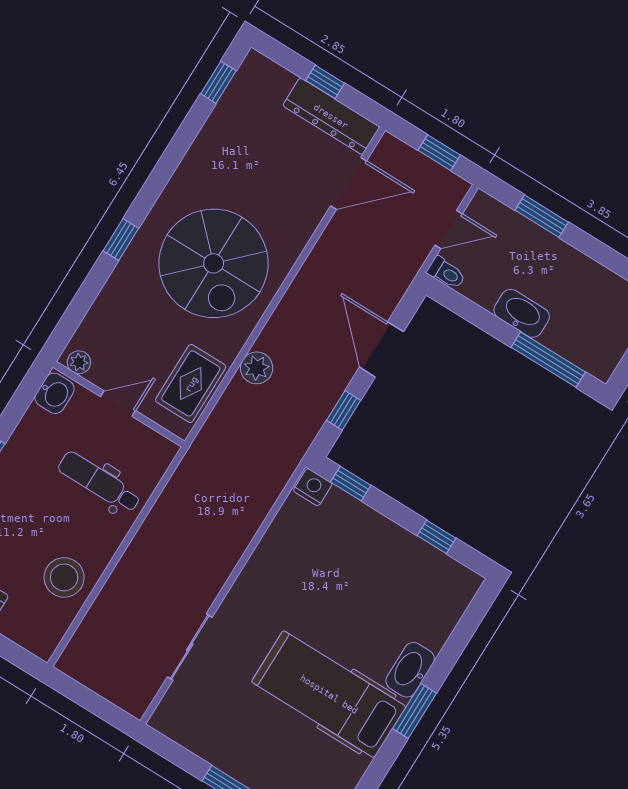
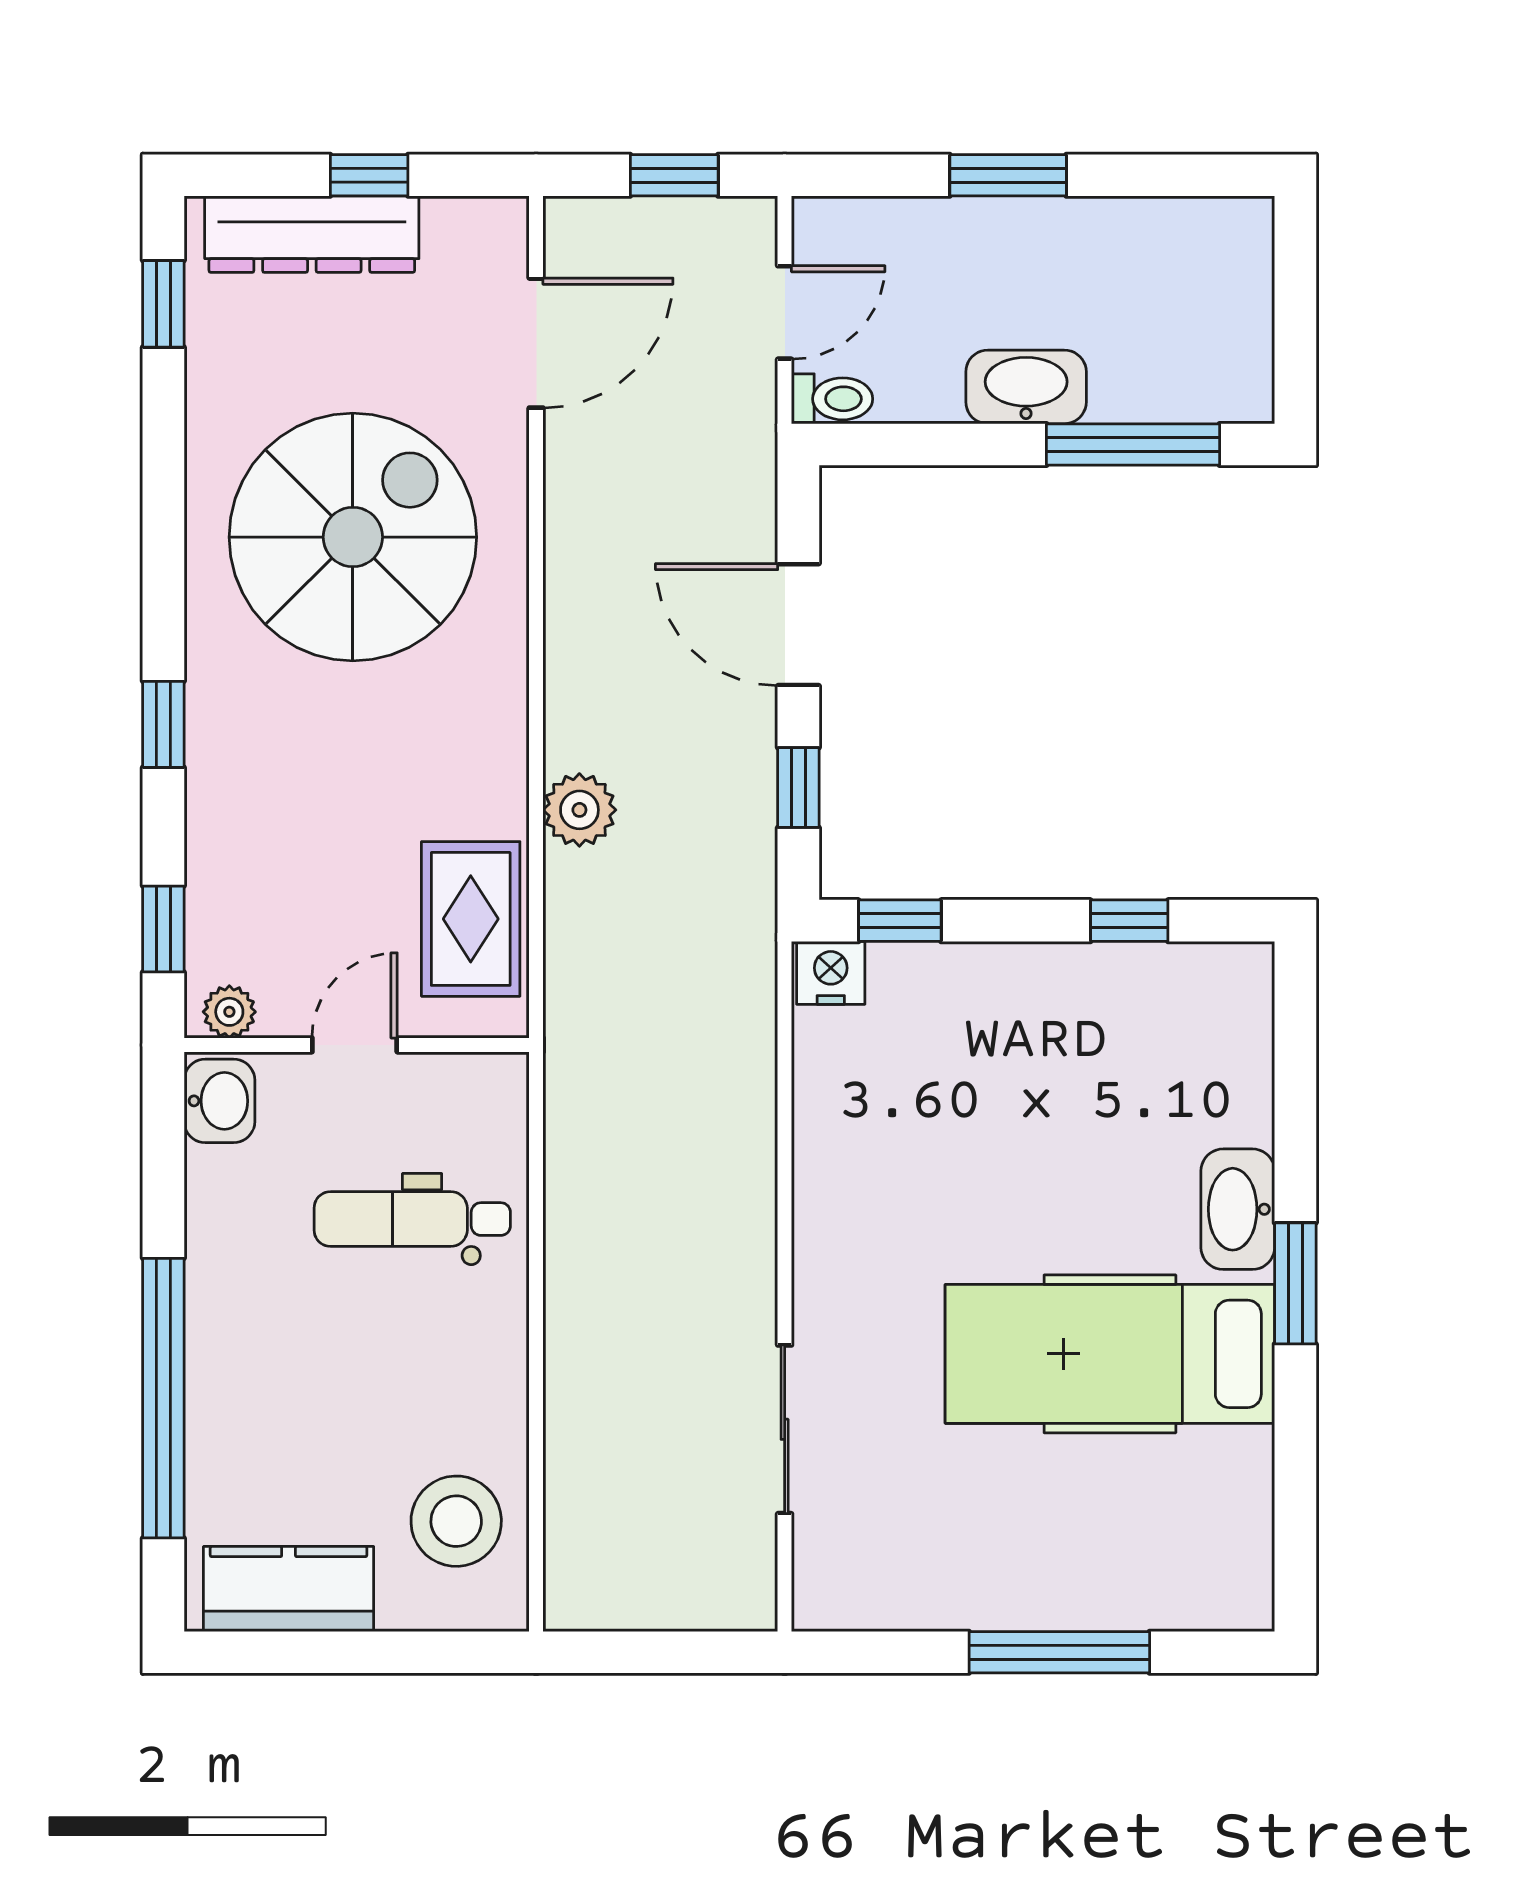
dresser: (331, 116) -> (312, 234), moved
window: (542, 216) -> (1008, 175), moved
spiral stairs: (214, 263) -> (353, 537), moved, turned -90
window: (73, 316) -> (163, 929), added
stool: (64, 577) -> (456, 1521), moved

